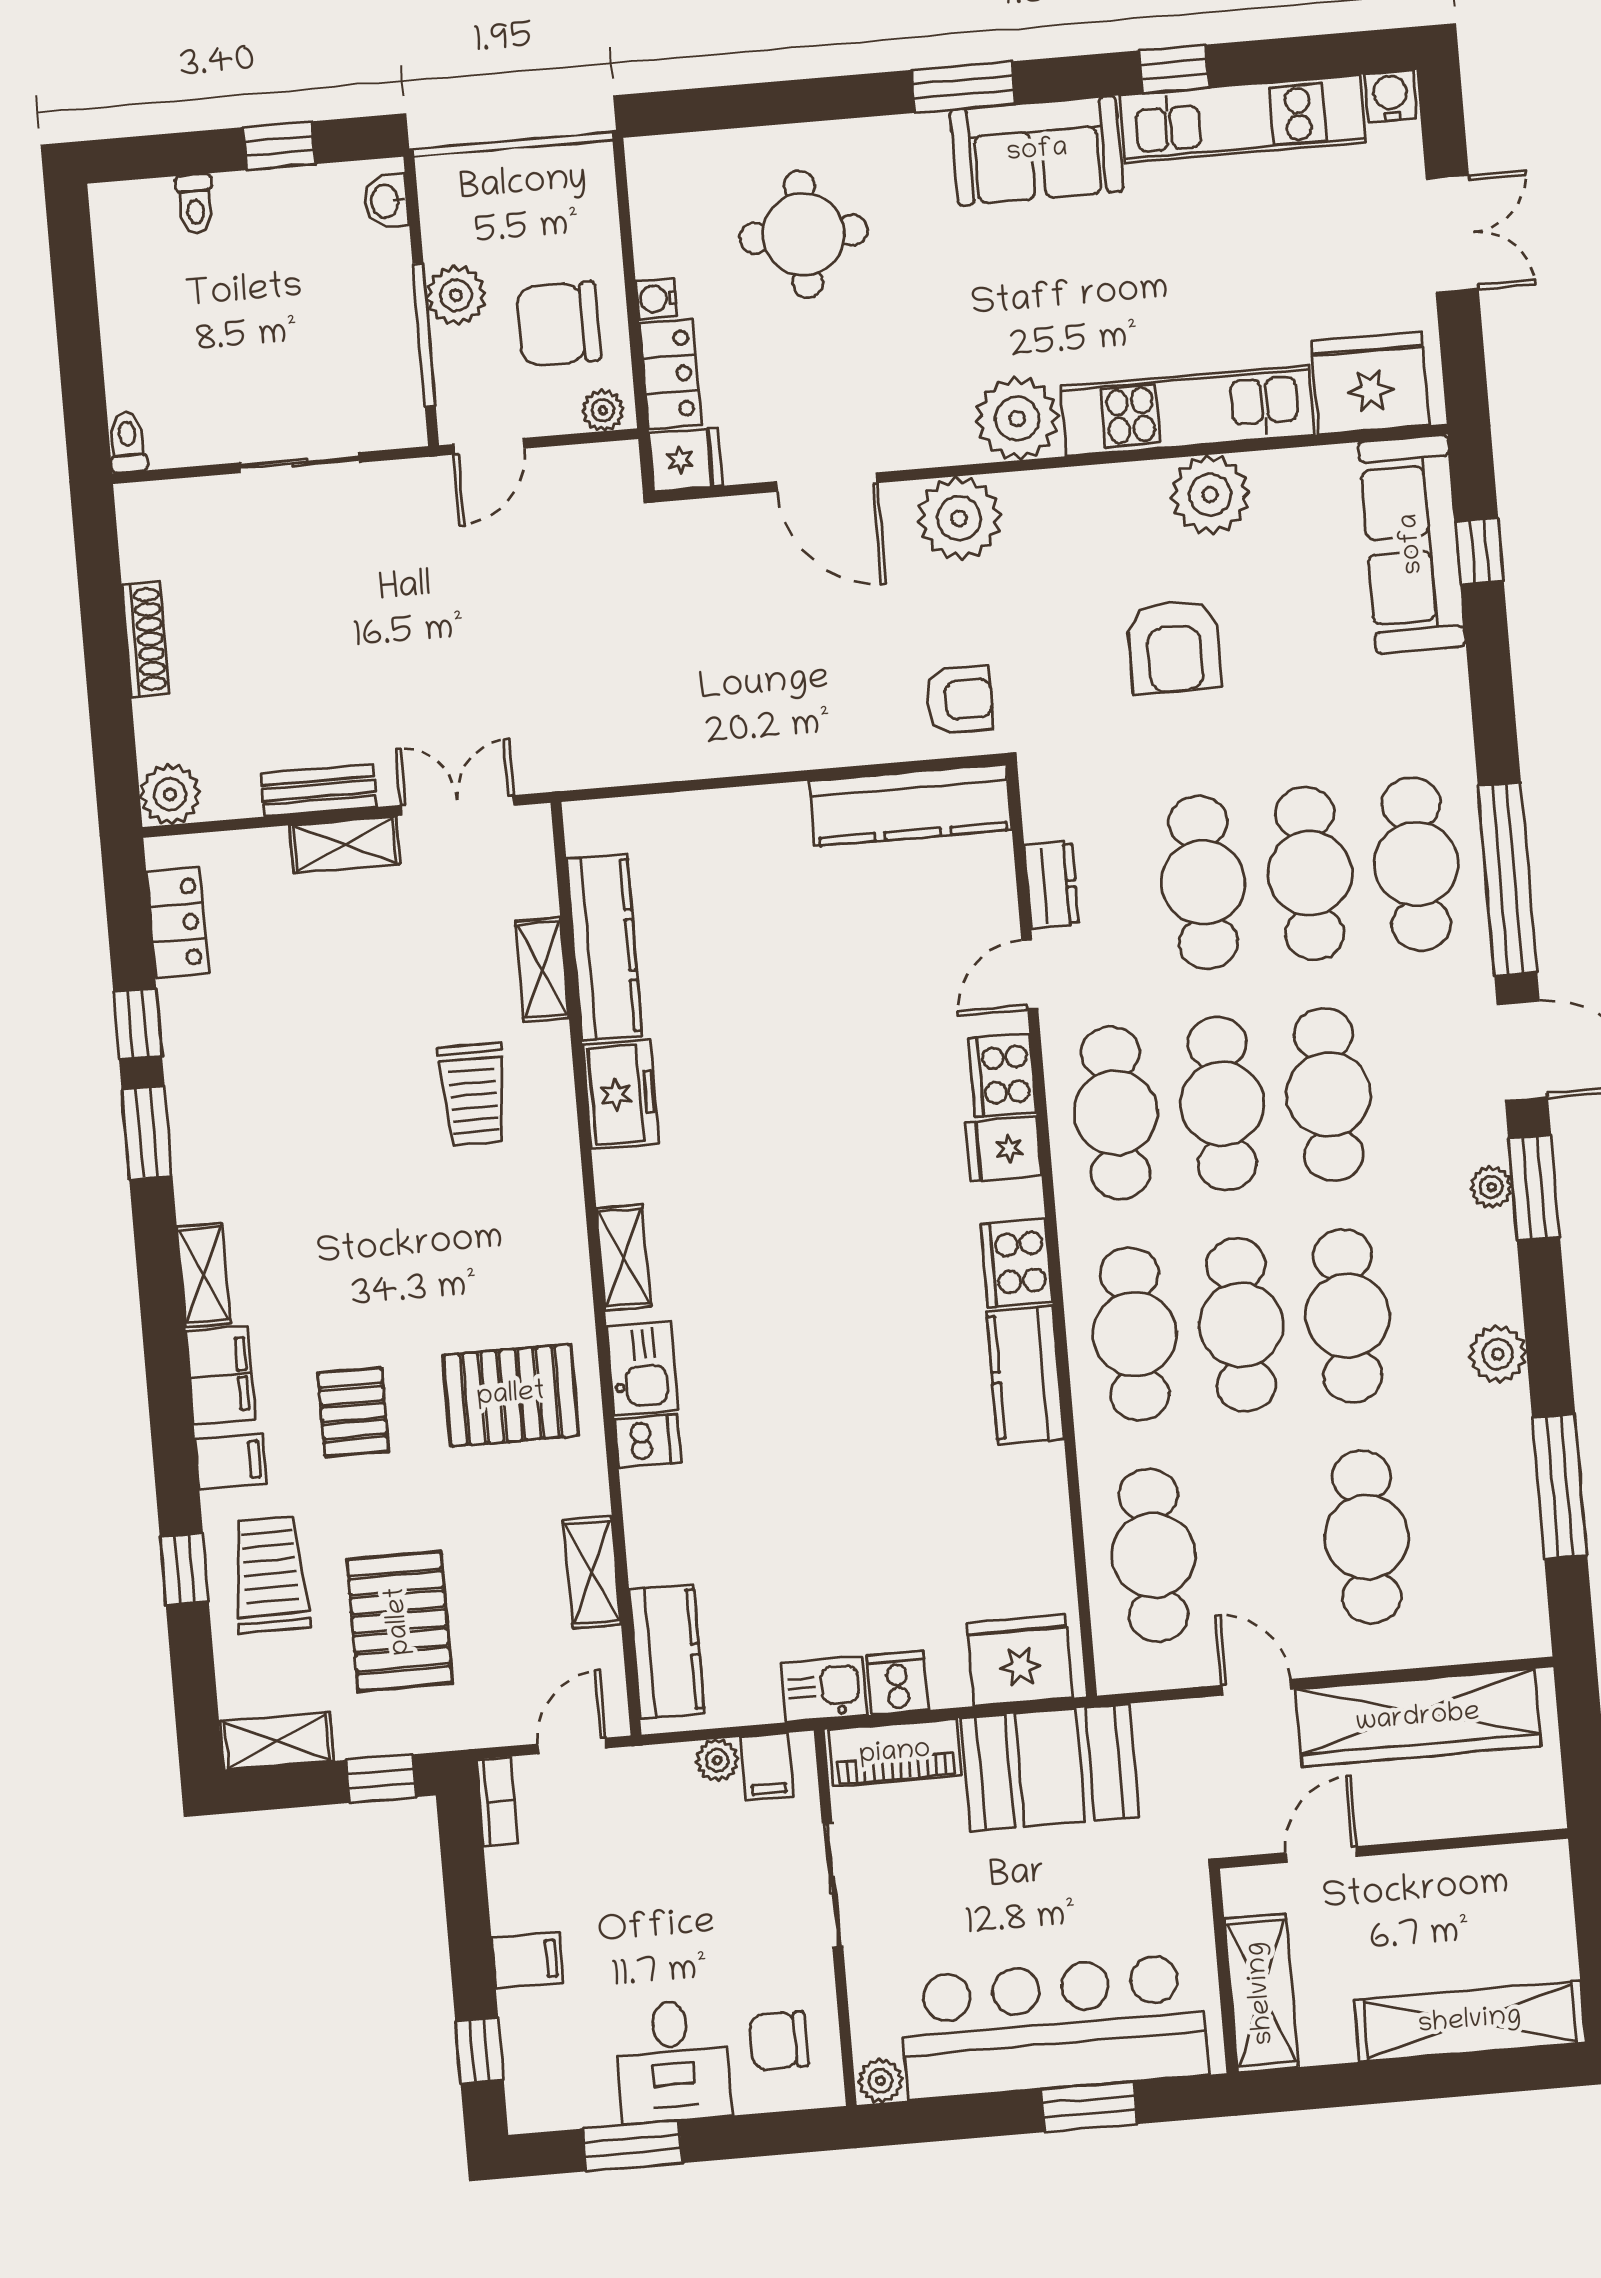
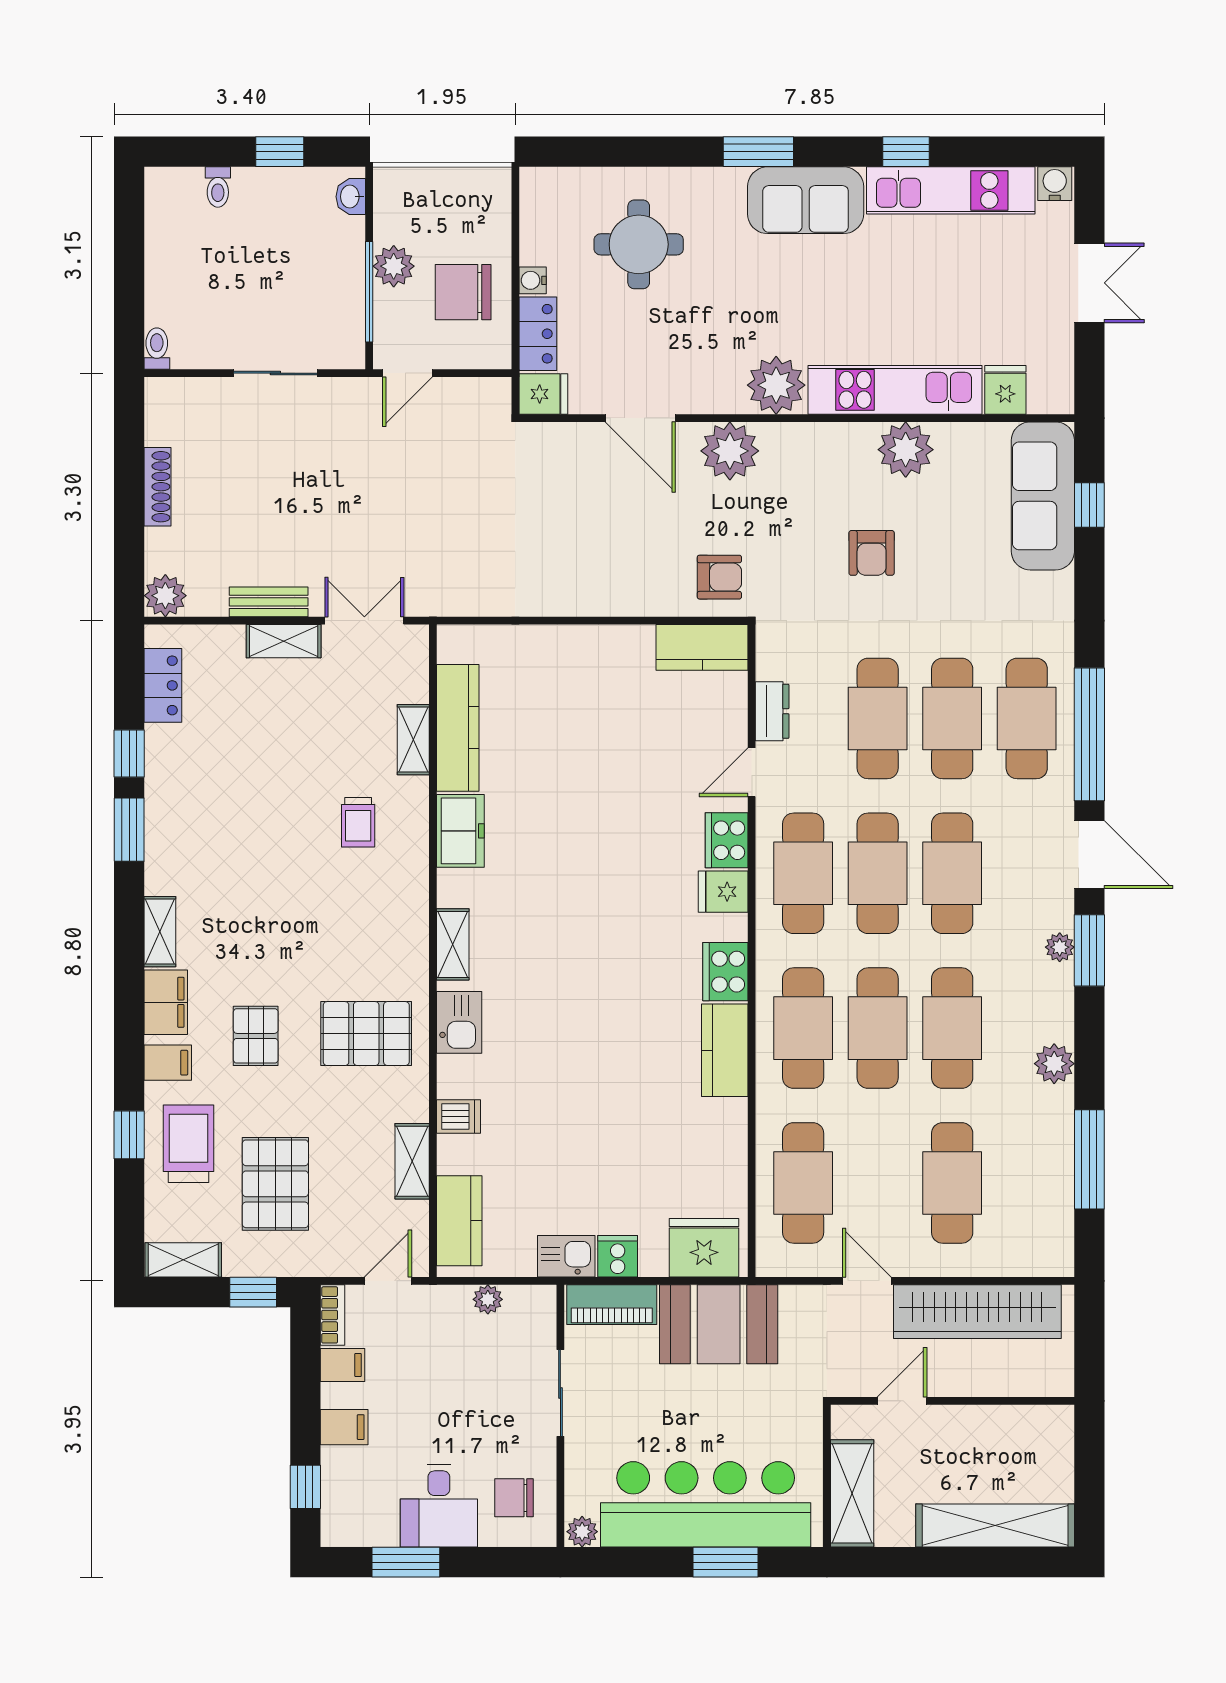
fridge: (1370, 383) -> (1005, 390), width x0.53, depth x0.75
plant: (603, 410) -> (489, 355), removed
armchair: (1174, 647) -> (872, 553), width x0.72, depth x0.72
kitchen counter: (911, 805) -> (702, 647), width x0.67
trolley: (473, 1094) -> (358, 822), width x0.73, depth x0.72
dishwasher: (648, 1441) -> (458, 1116), moved
filing cabinet: (767, 1767) -> (343, 1365), moved, turned -90

